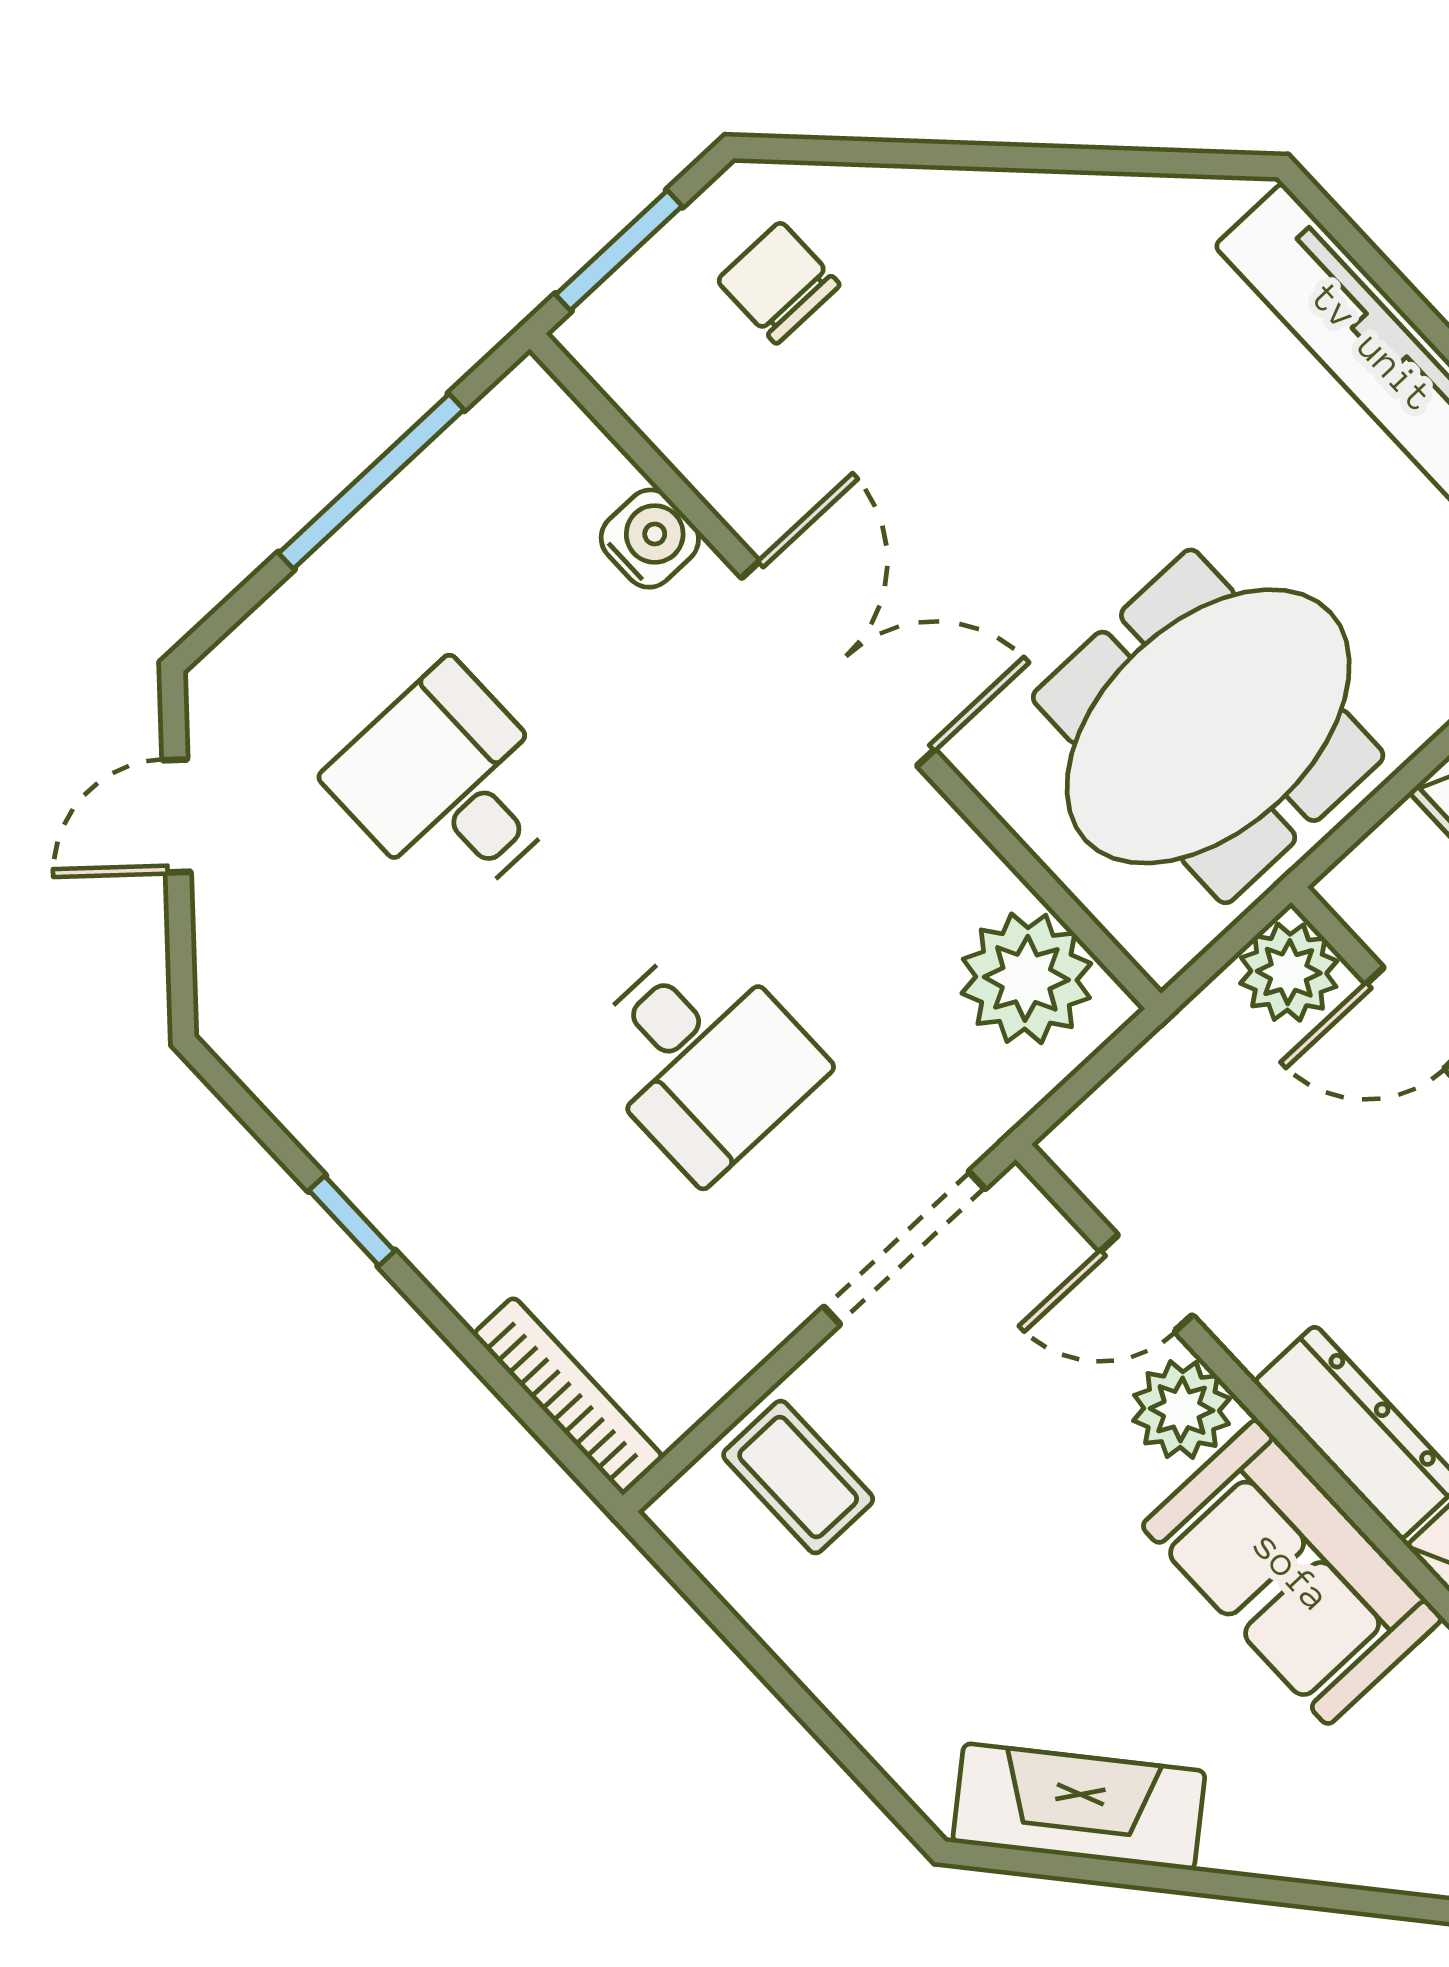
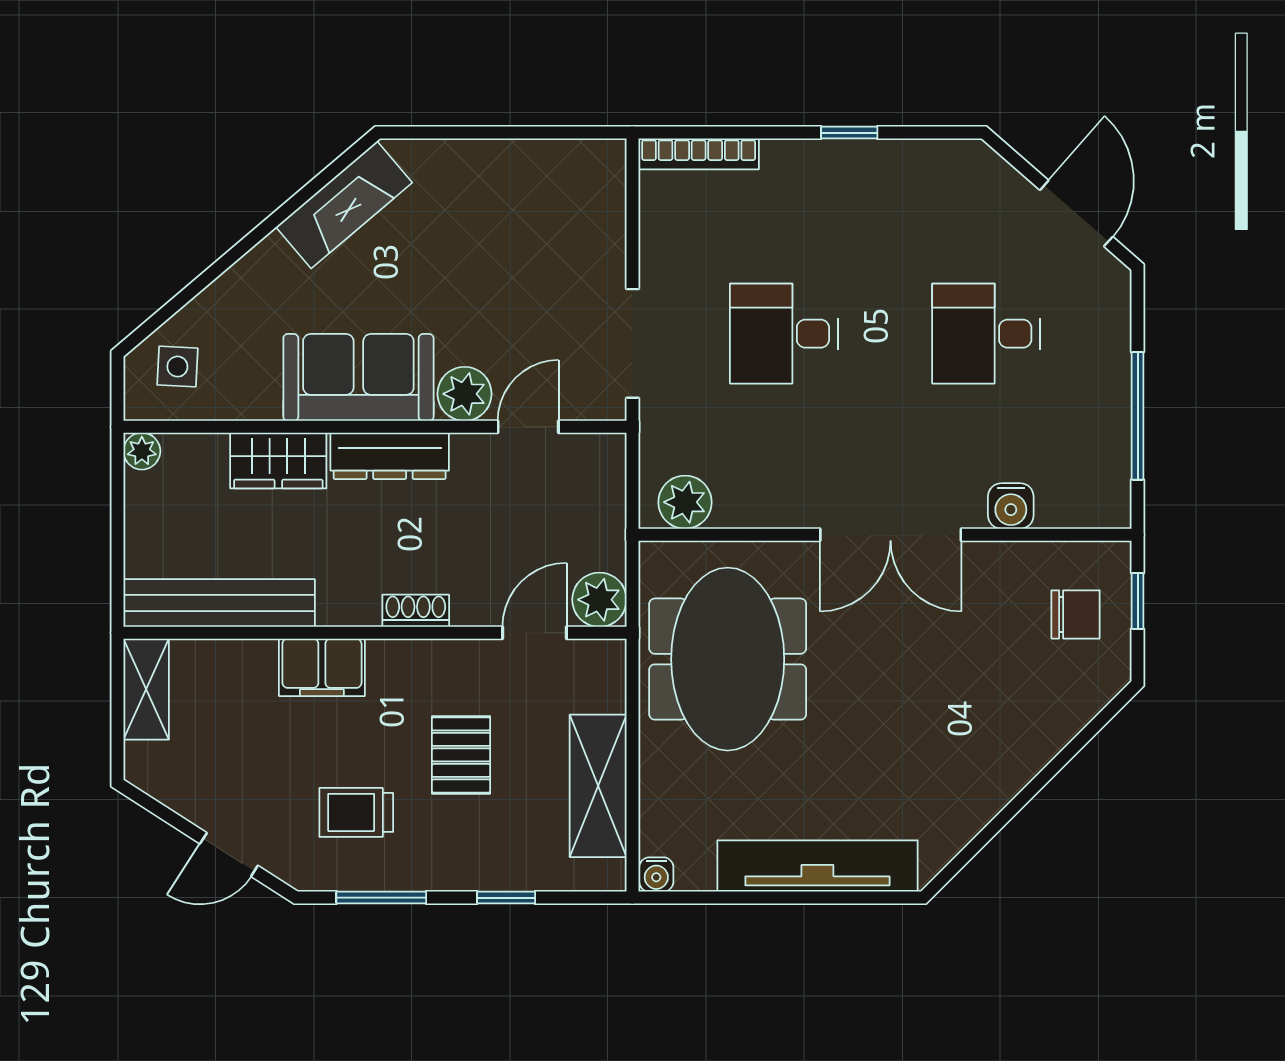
window: (619, 250) -> (1138, 601), width x0.67
chair: (778, 283) -> (1076, 614), moved
desk: (450, 787) -> (986, 334), turned 180
door: (177, 816) -> (1076, 213), width x1.38
plant: (1026, 978) -> (685, 502), width x0.73, depth x0.73
coffee table: (798, 1477) -> (580, 215), removed

